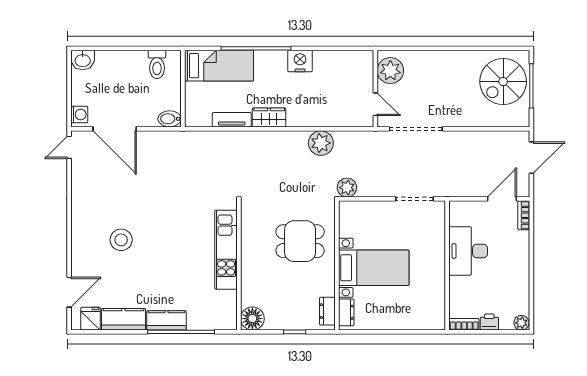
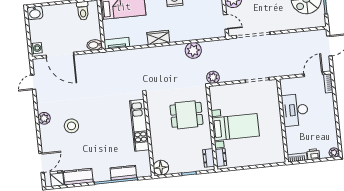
tv unit: (232, 120) -> (117, 43), moved
door: (69, 147) -> (33, 82), moved
plant: (80, 224) -> (44, 118), added
kitchen counter: (166, 320) -> (123, 173), moved

